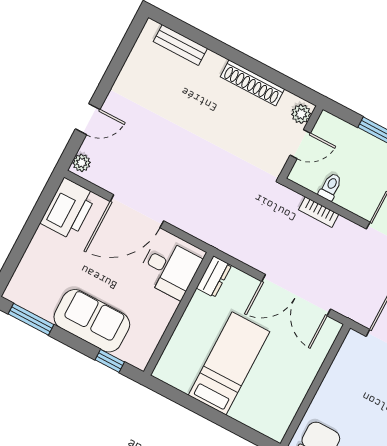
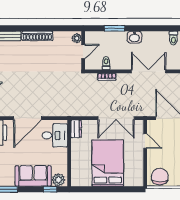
shoe rack: (252, 83) -> (37, 36), moved
plant: (134, 352) -> (58, 180), added
bed: (229, 363) -> (108, 163), width x1.50
door: (327, 364) -> (145, 141), added

